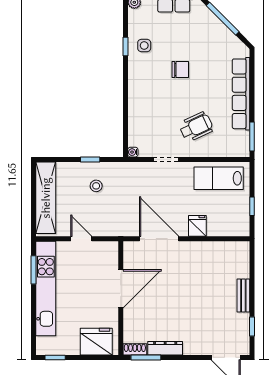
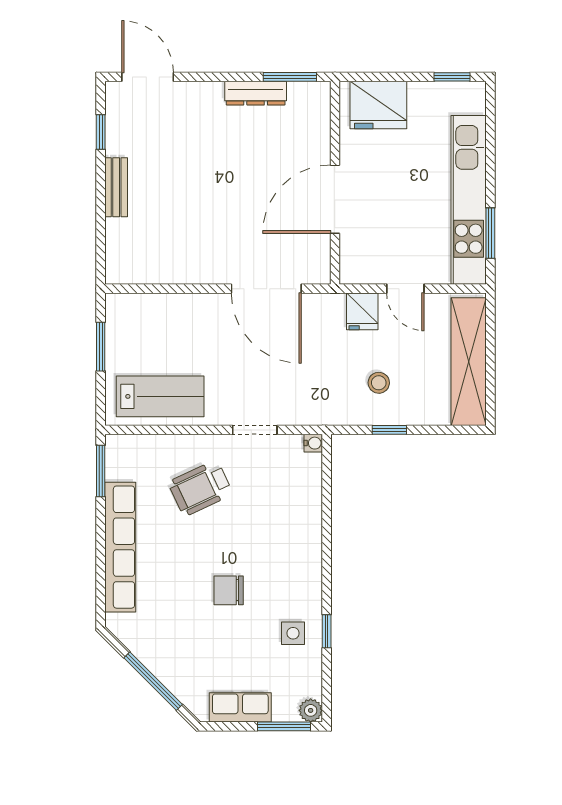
window: (252, 206) -> (101, 347), width x1.50
fridge: (197, 226) -> (362, 311), moved
shoe rack: (135, 349) -> (310, 91), removed

